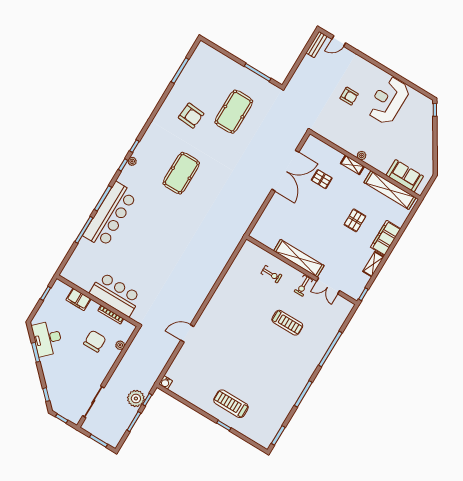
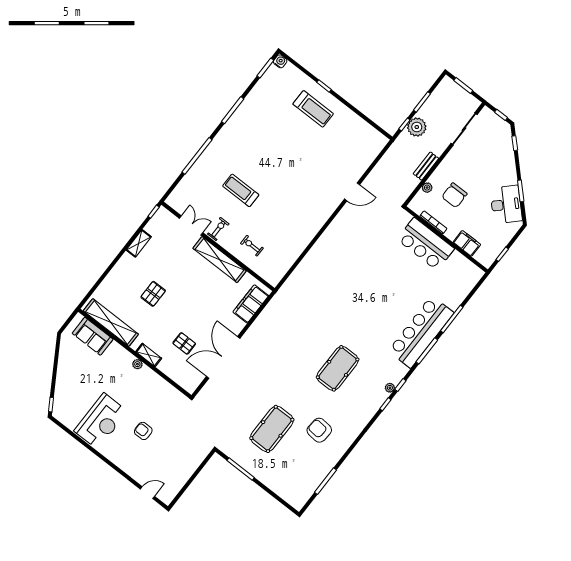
bench: (316, 44) -> (426, 166), moved
filing cabinet: (386, 238) -> (251, 304), moved, turned 180
water cooler: (166, 382) -> (280, 61), moved

